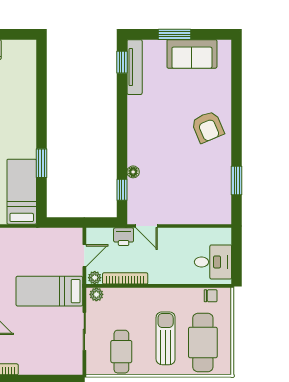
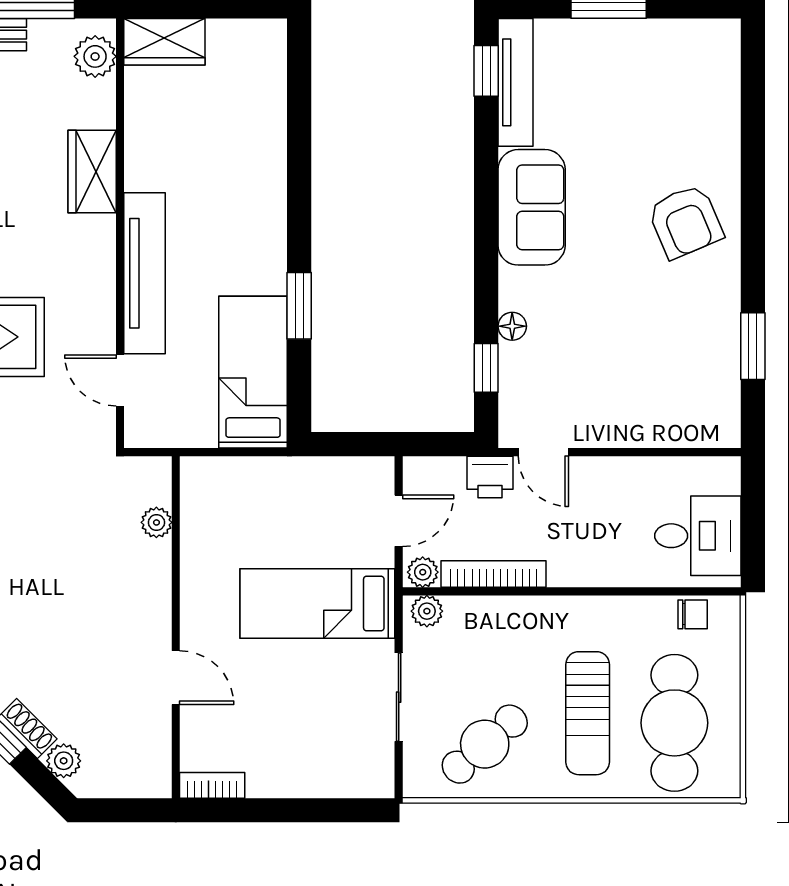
sofa: (192, 54) -> (532, 207), moved, turned -90
sun lounger: (166, 338) -> (588, 713), turned 180
cafe table: (121, 352) -> (485, 744), turned 49

